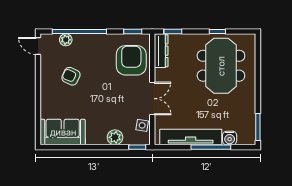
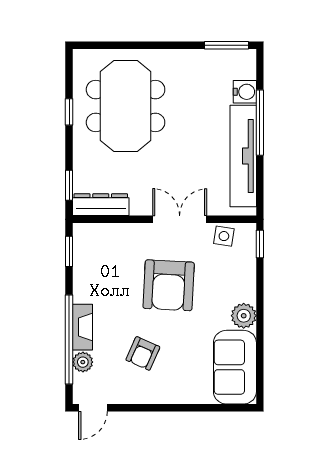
fireplace: (87, 40) -> (82, 327), added
armchair: (131, 60) -> (169, 285), moved, turned -87
meeting table: (221, 66) -> (126, 106), turned 90
plant: (115, 137) -> (244, 316), moved

